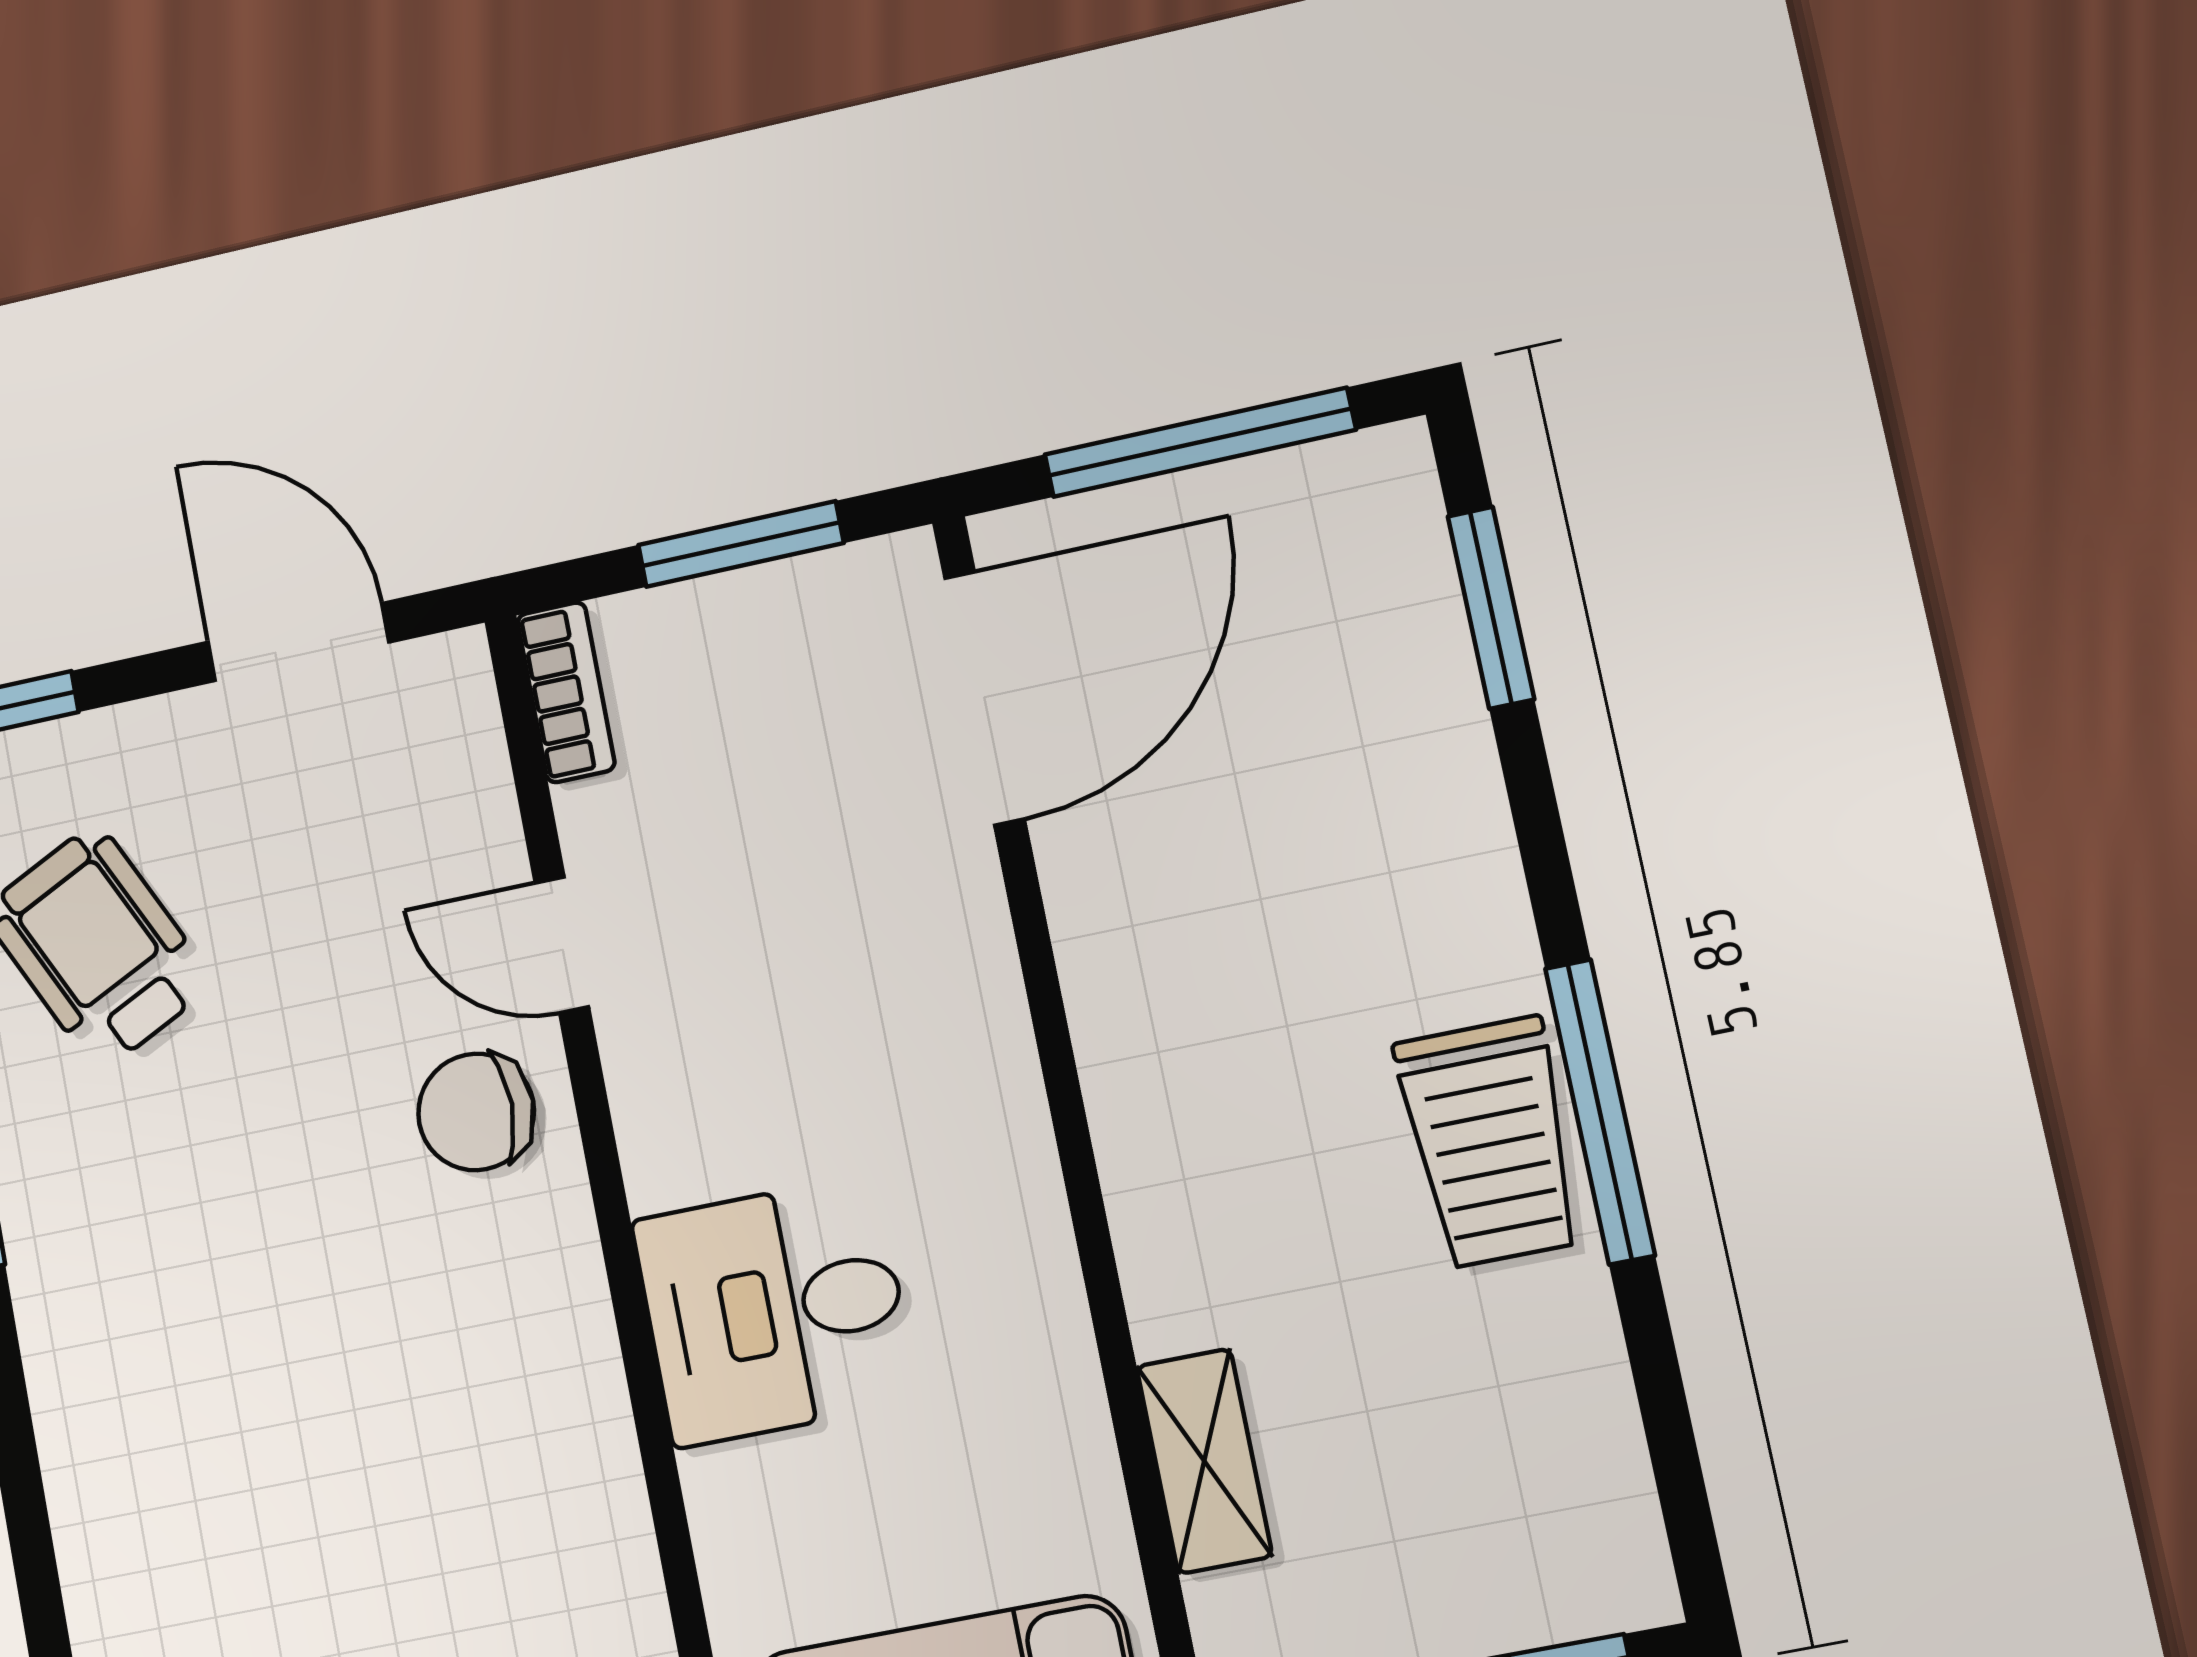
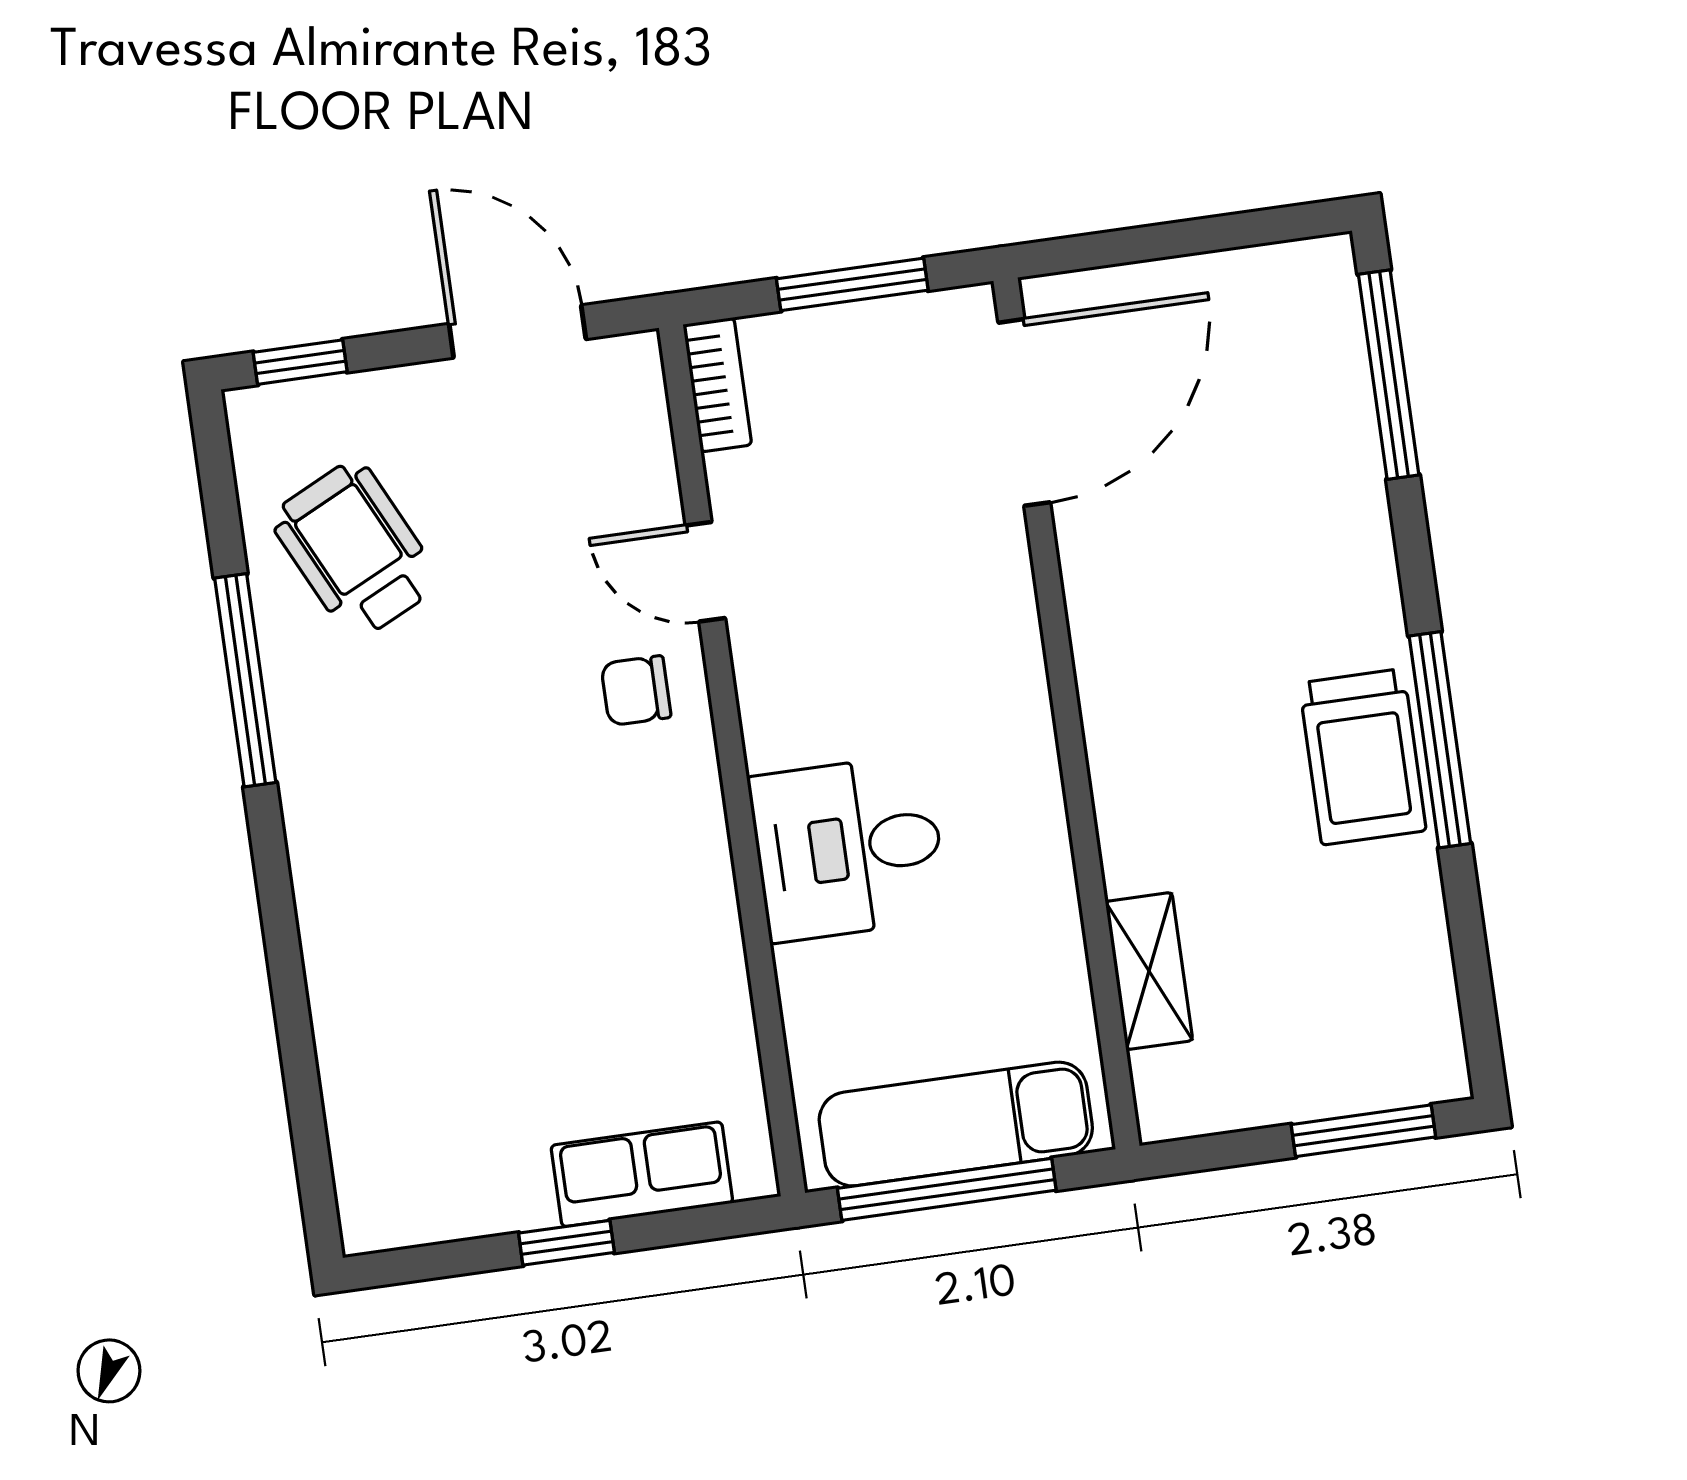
window: (1200, 442) -> (1190, 237), removed
window: (1491, 608) -> (1389, 375), width x1.44
chair: (476, 1112) -> (636, 691), width x0.73, depth x0.73

